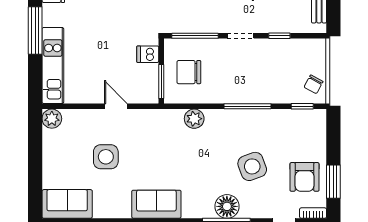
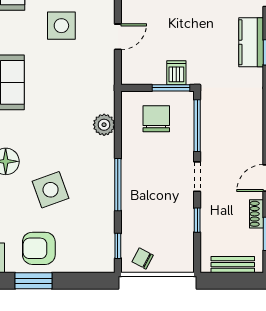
window: (161, 82) -> (171, 88), moved

